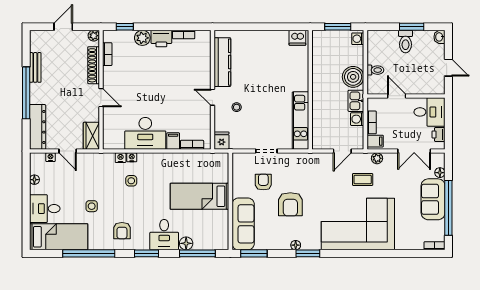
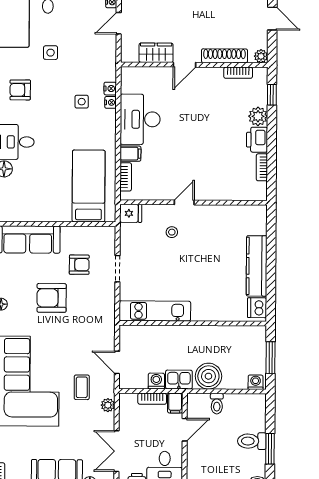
kitchen counter: (222, 62) -> (257, 266), moved, turned 90
wardrobe: (91, 136) -> (156, 53), moved
filing cabinet: (375, 141) -> (175, 403), moved
bed: (200, 196) -> (89, 186), moved

